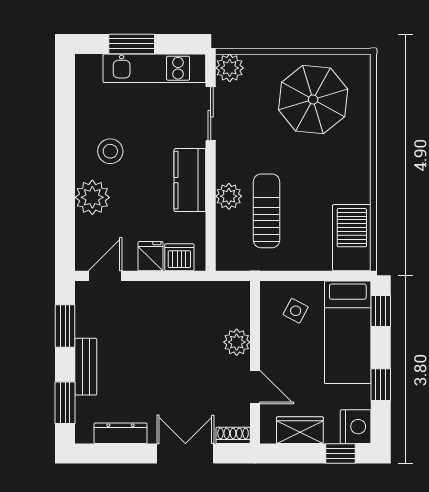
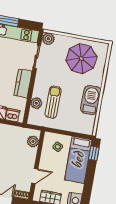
plant: (229, 196) -> (36, 103), moved
barbecue: (352, 238) -> (91, 100), moved
plant: (237, 342) -> (33, 141), moved
window: (381, 385) -> (88, 184), removed
door: (255, 387) -> (35, 176), hinge flipped

